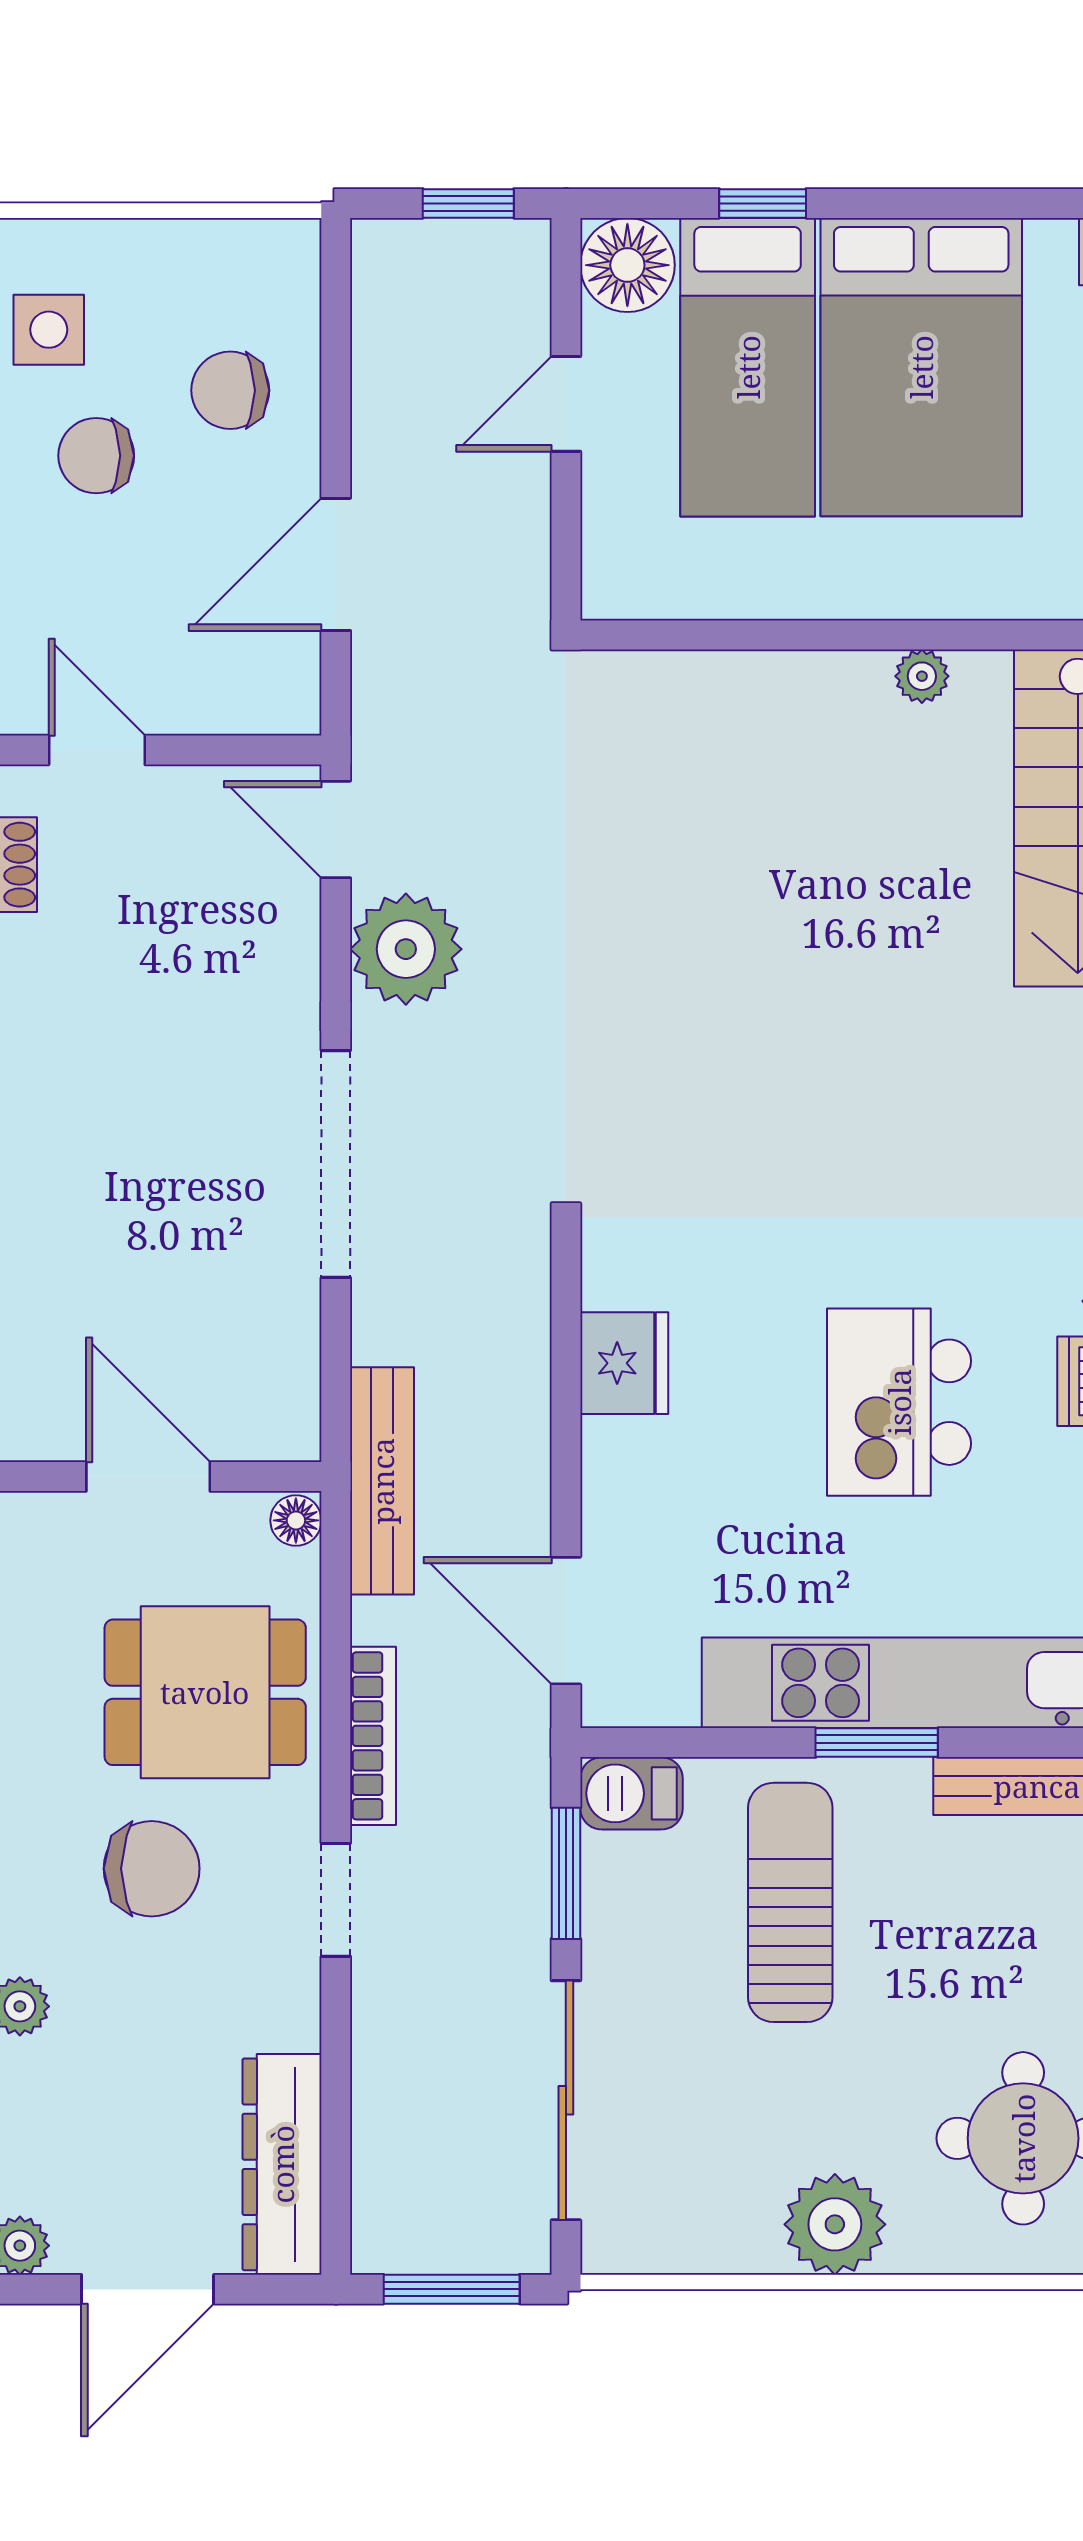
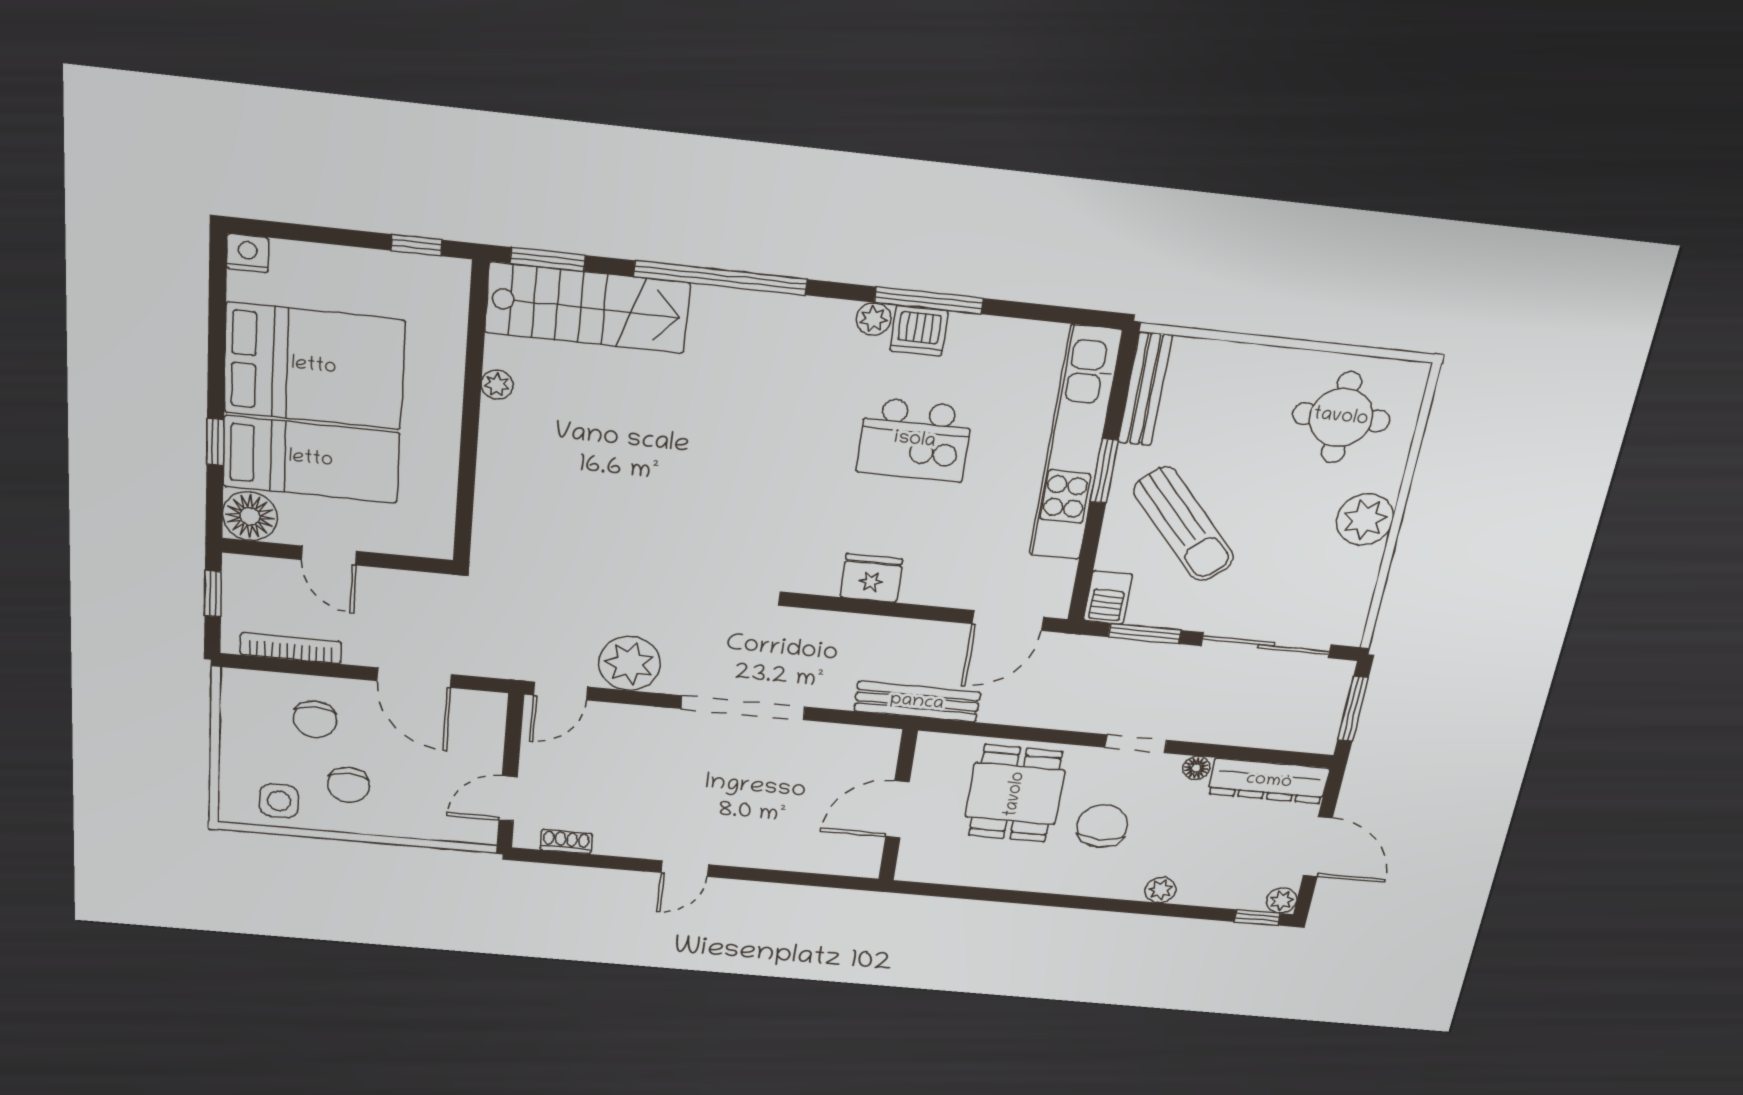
floor lamp: (296, 1520) -> (1196, 768), moved
bookcase: (373, 1736) -> (291, 648), moved
sun lounger: (790, 1902) -> (1184, 524), turned -132

